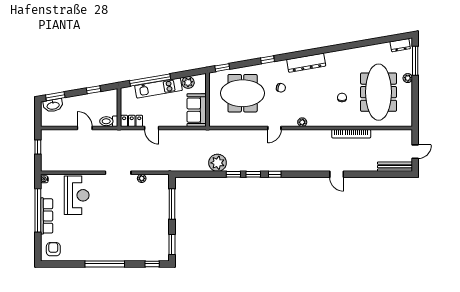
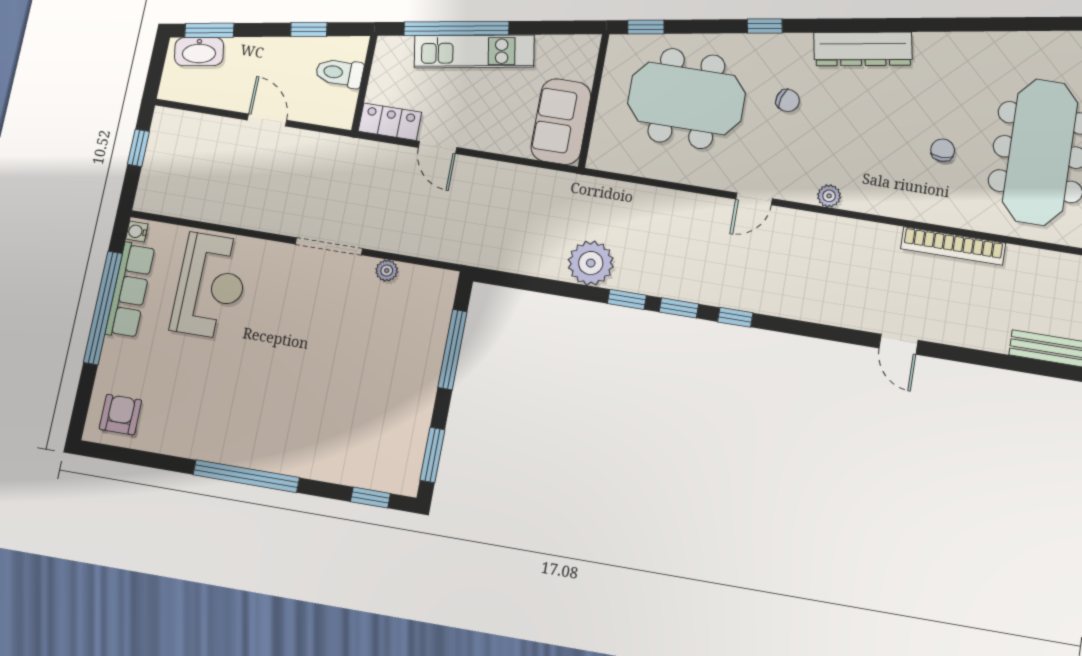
plant: (188, 82) -> (552, 50), removed
toilet: (109, 121) -> (339, 73), moved
row of seats: (47, 216) -> (130, 290), moved

